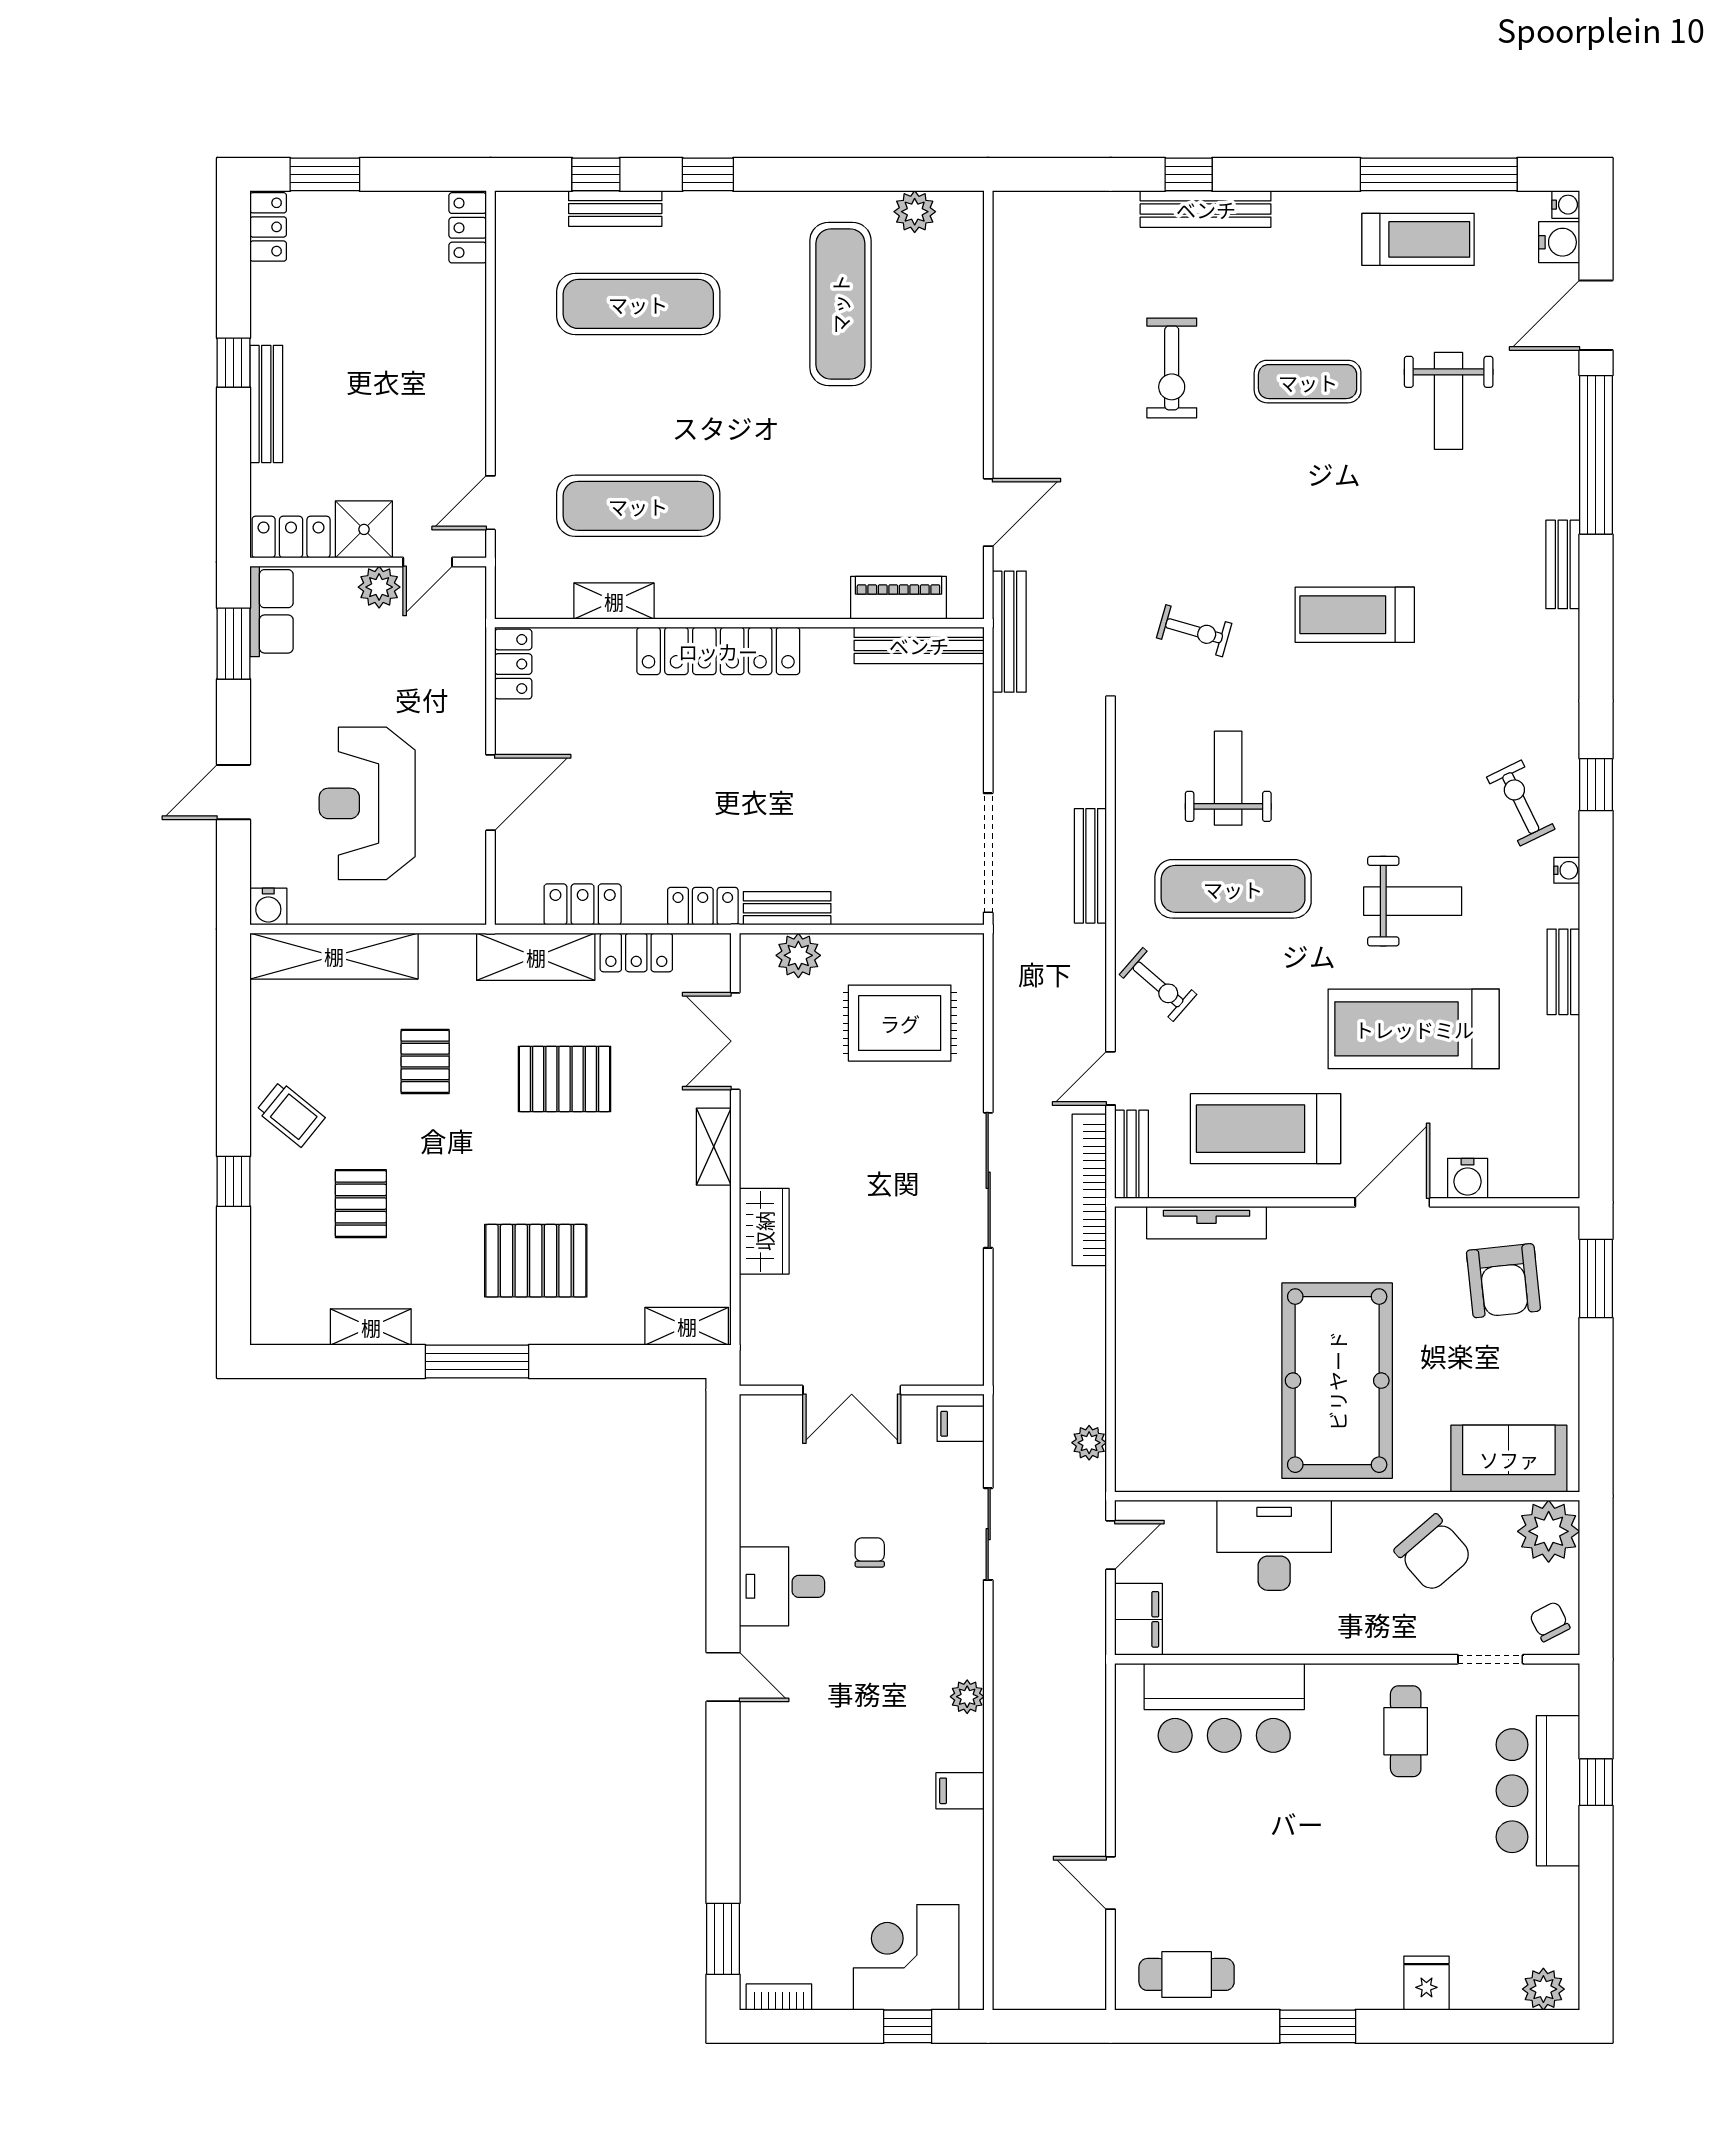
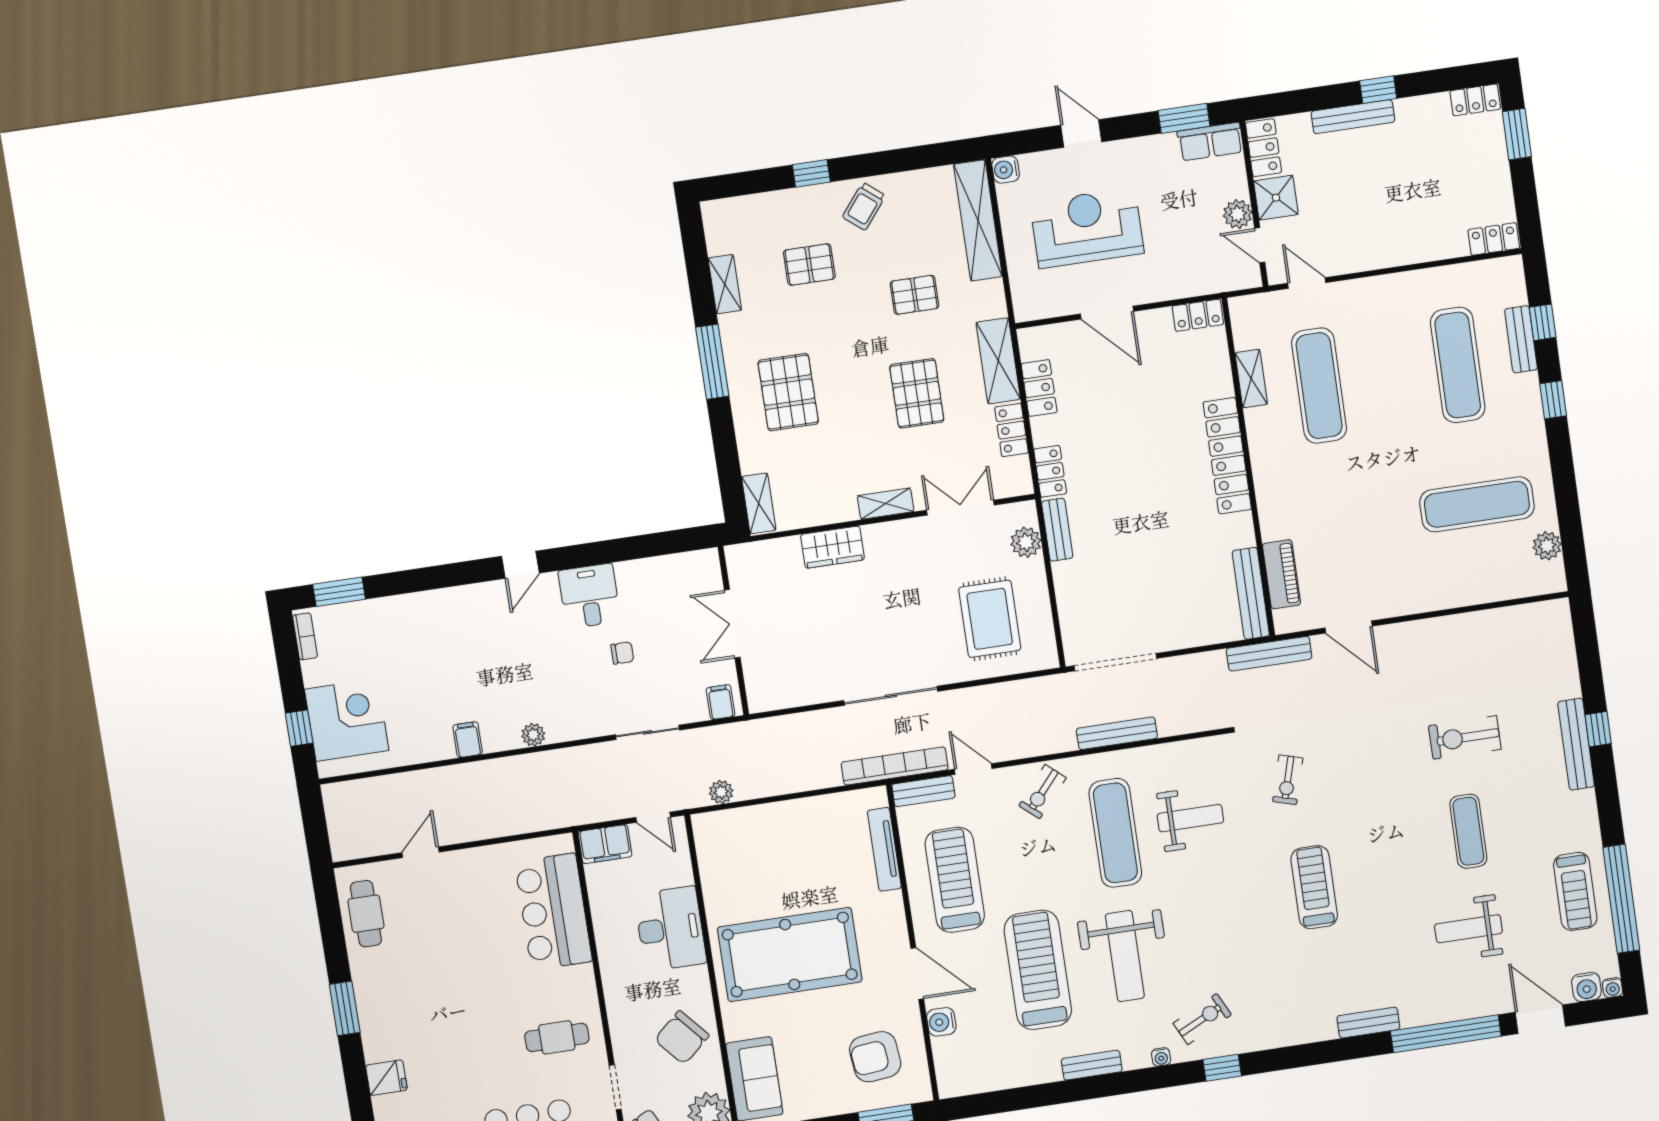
weight bench: (1413, 901) -> (1125, 956), width x1.36, depth x1.33

